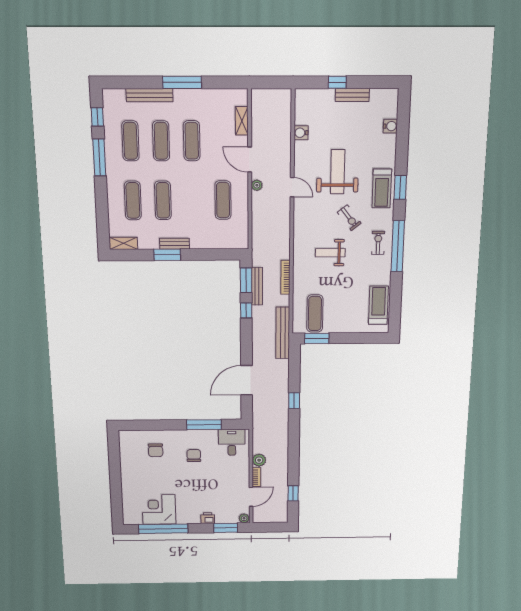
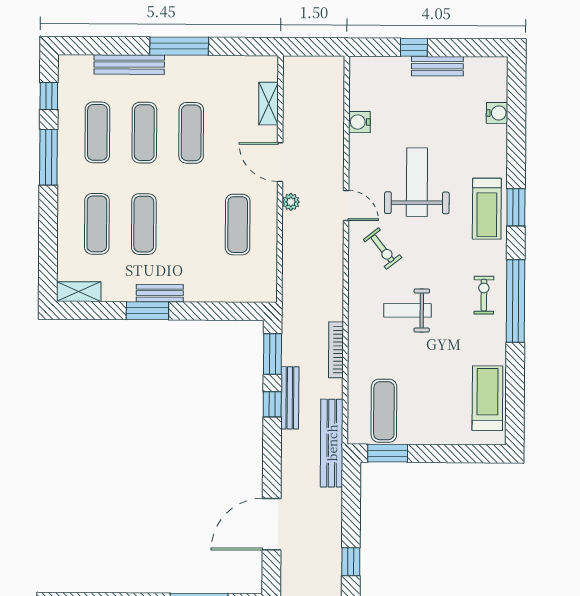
exercise bike: (349, 218) -> (383, 249), moved
bench: (257, 286) -> (290, 398), moved

